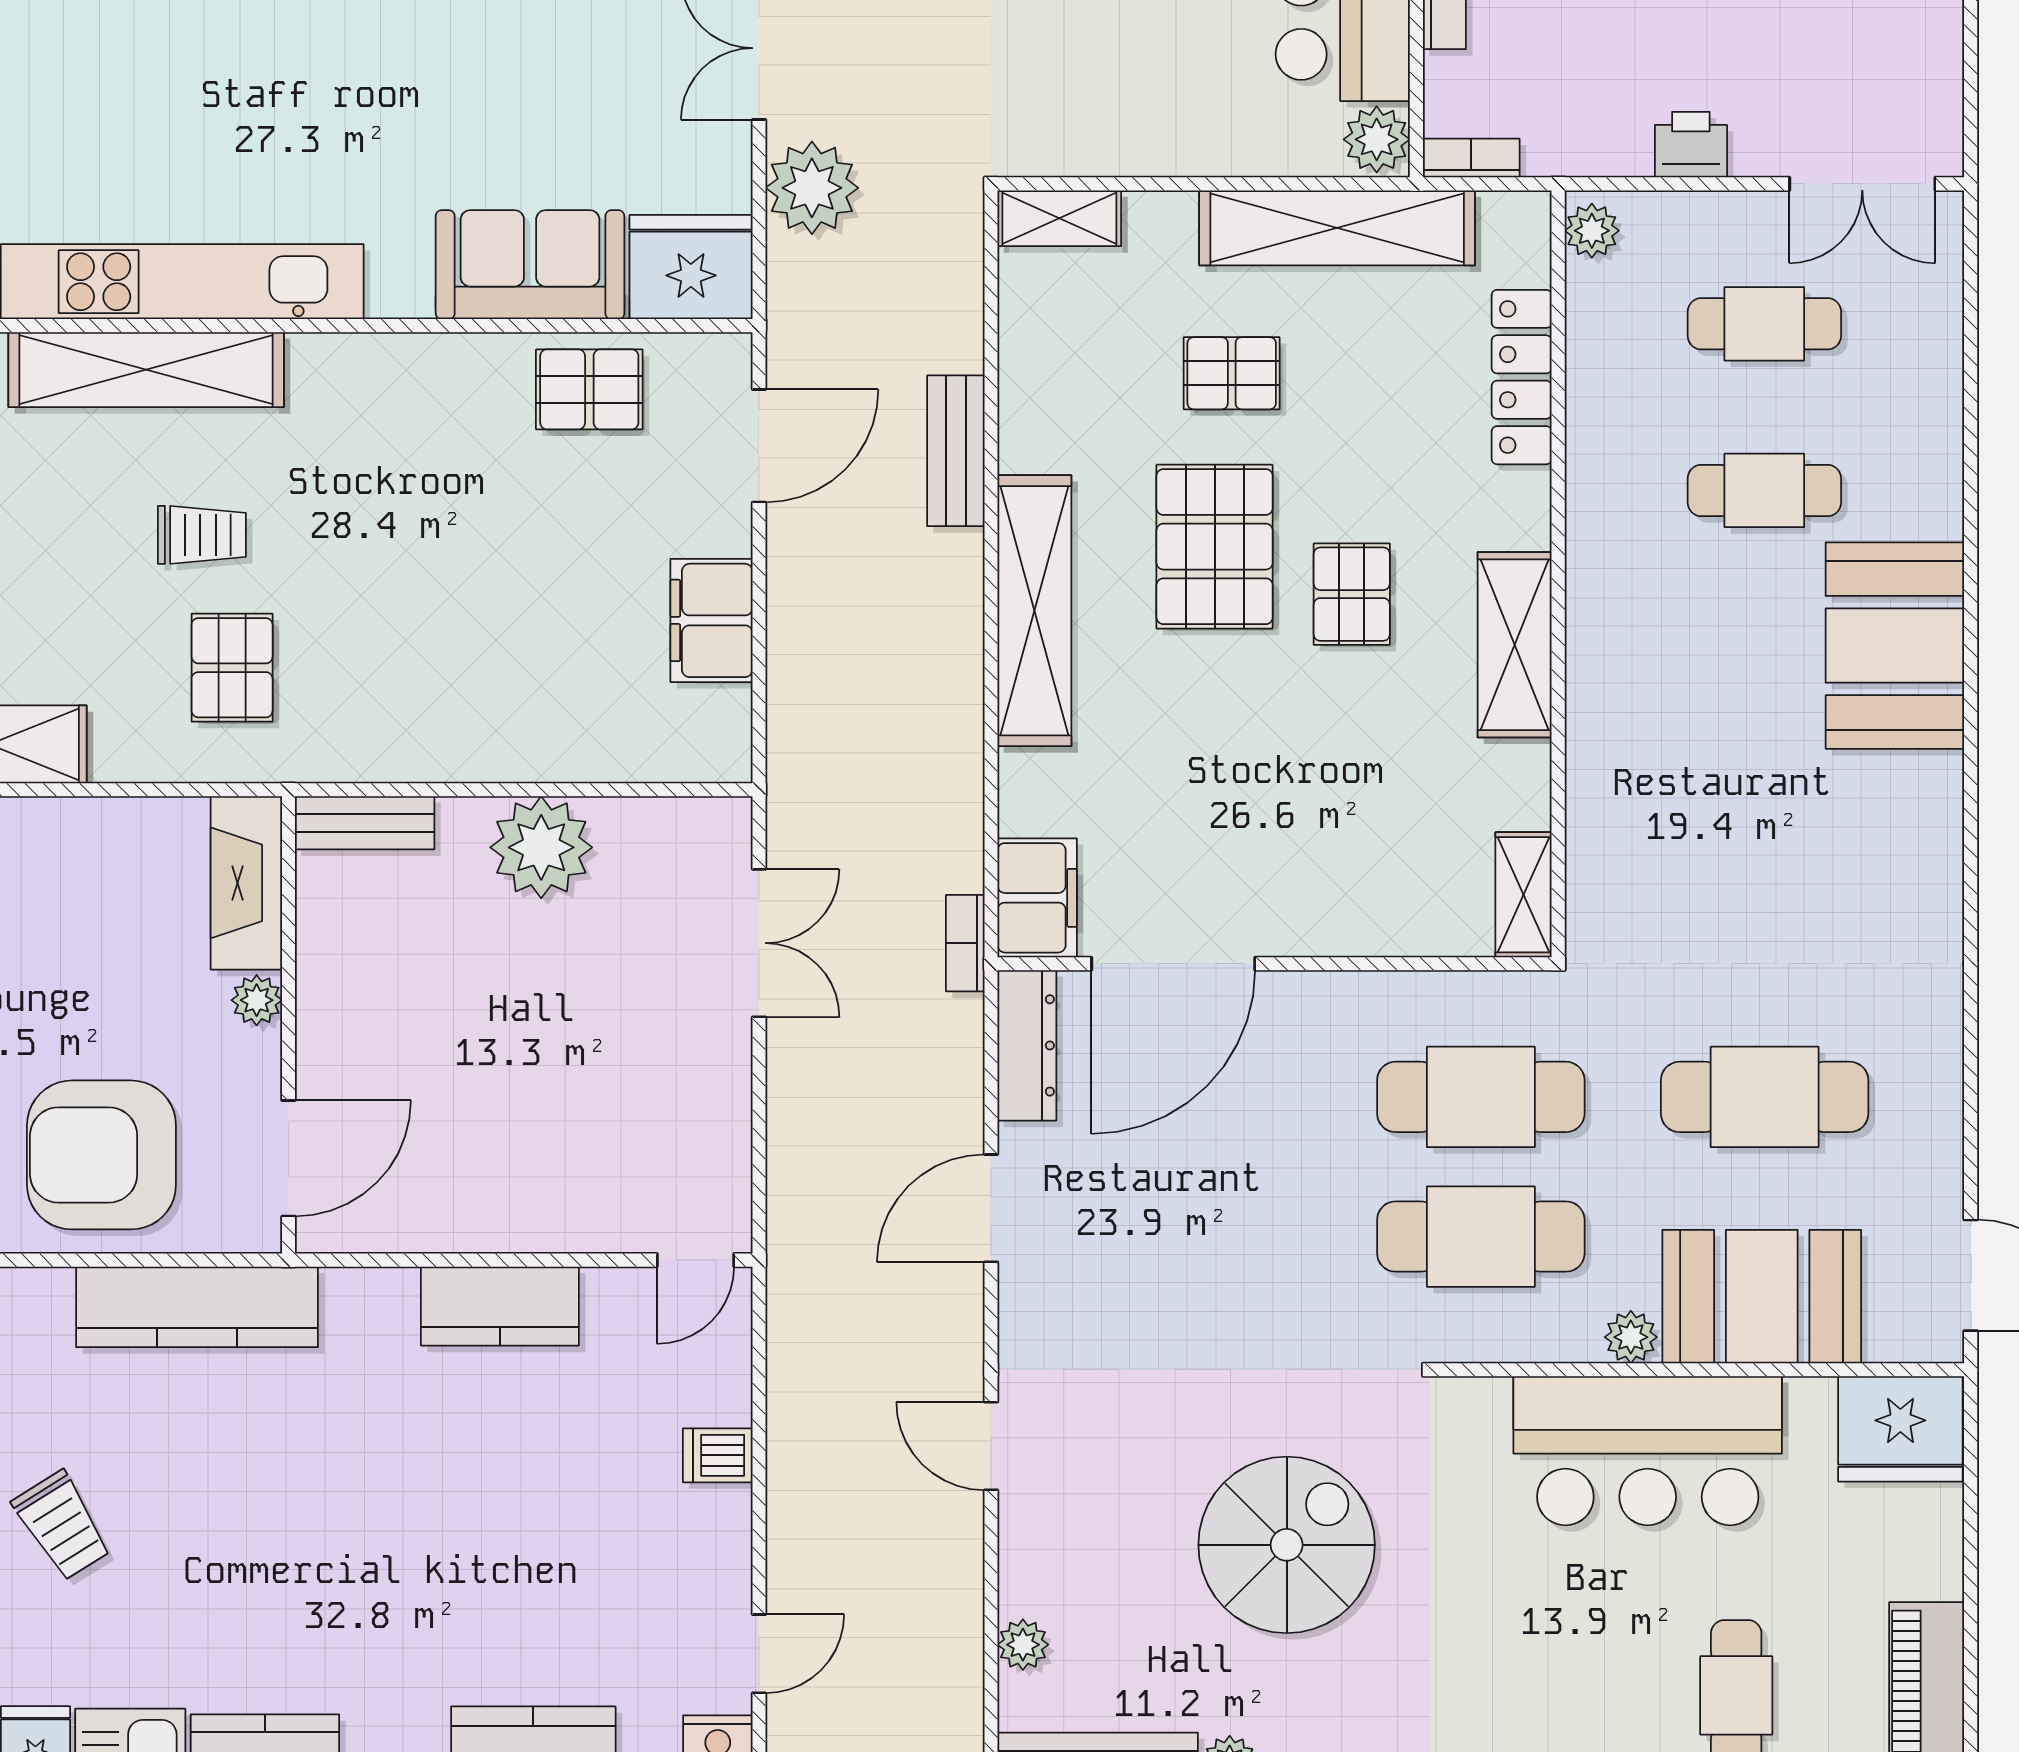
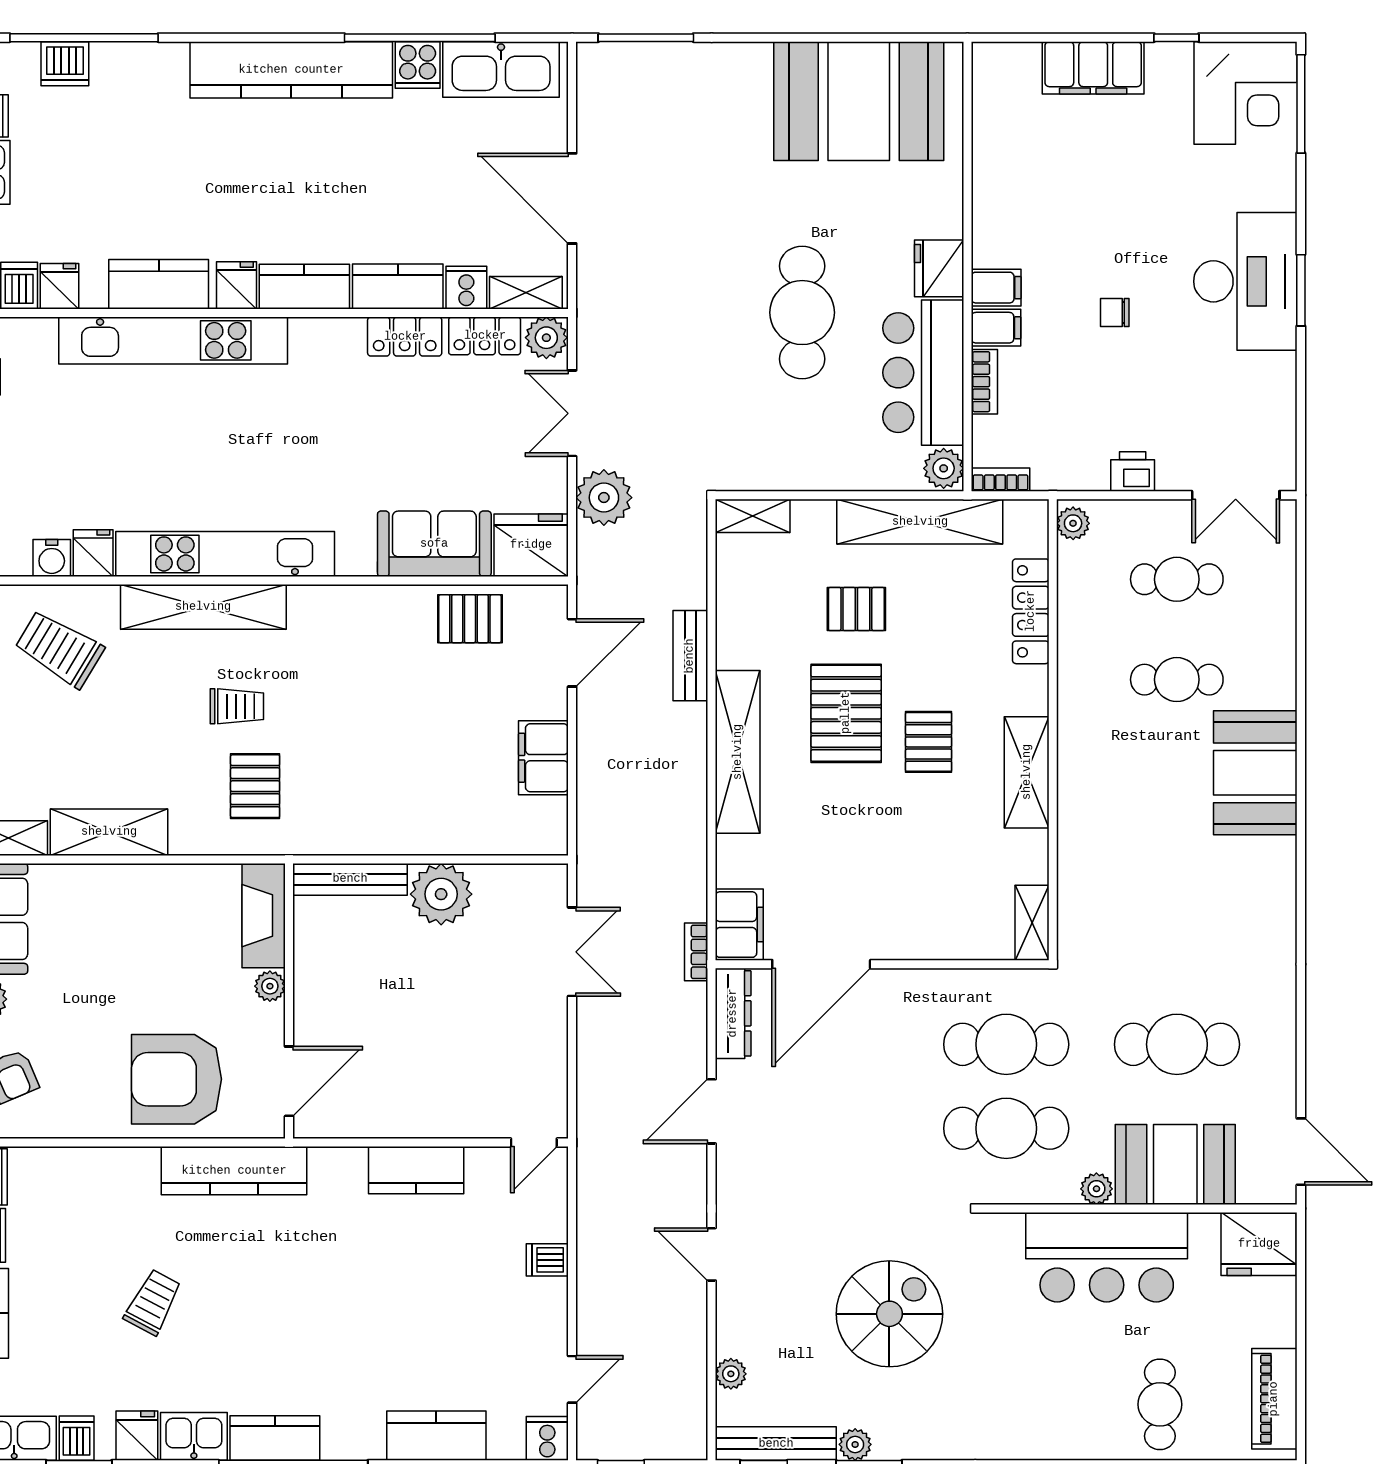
bench: (365, 823) -> (350, 879), width x1.36
trolley: (62, 1526) -> (153, 1302), turned -120

